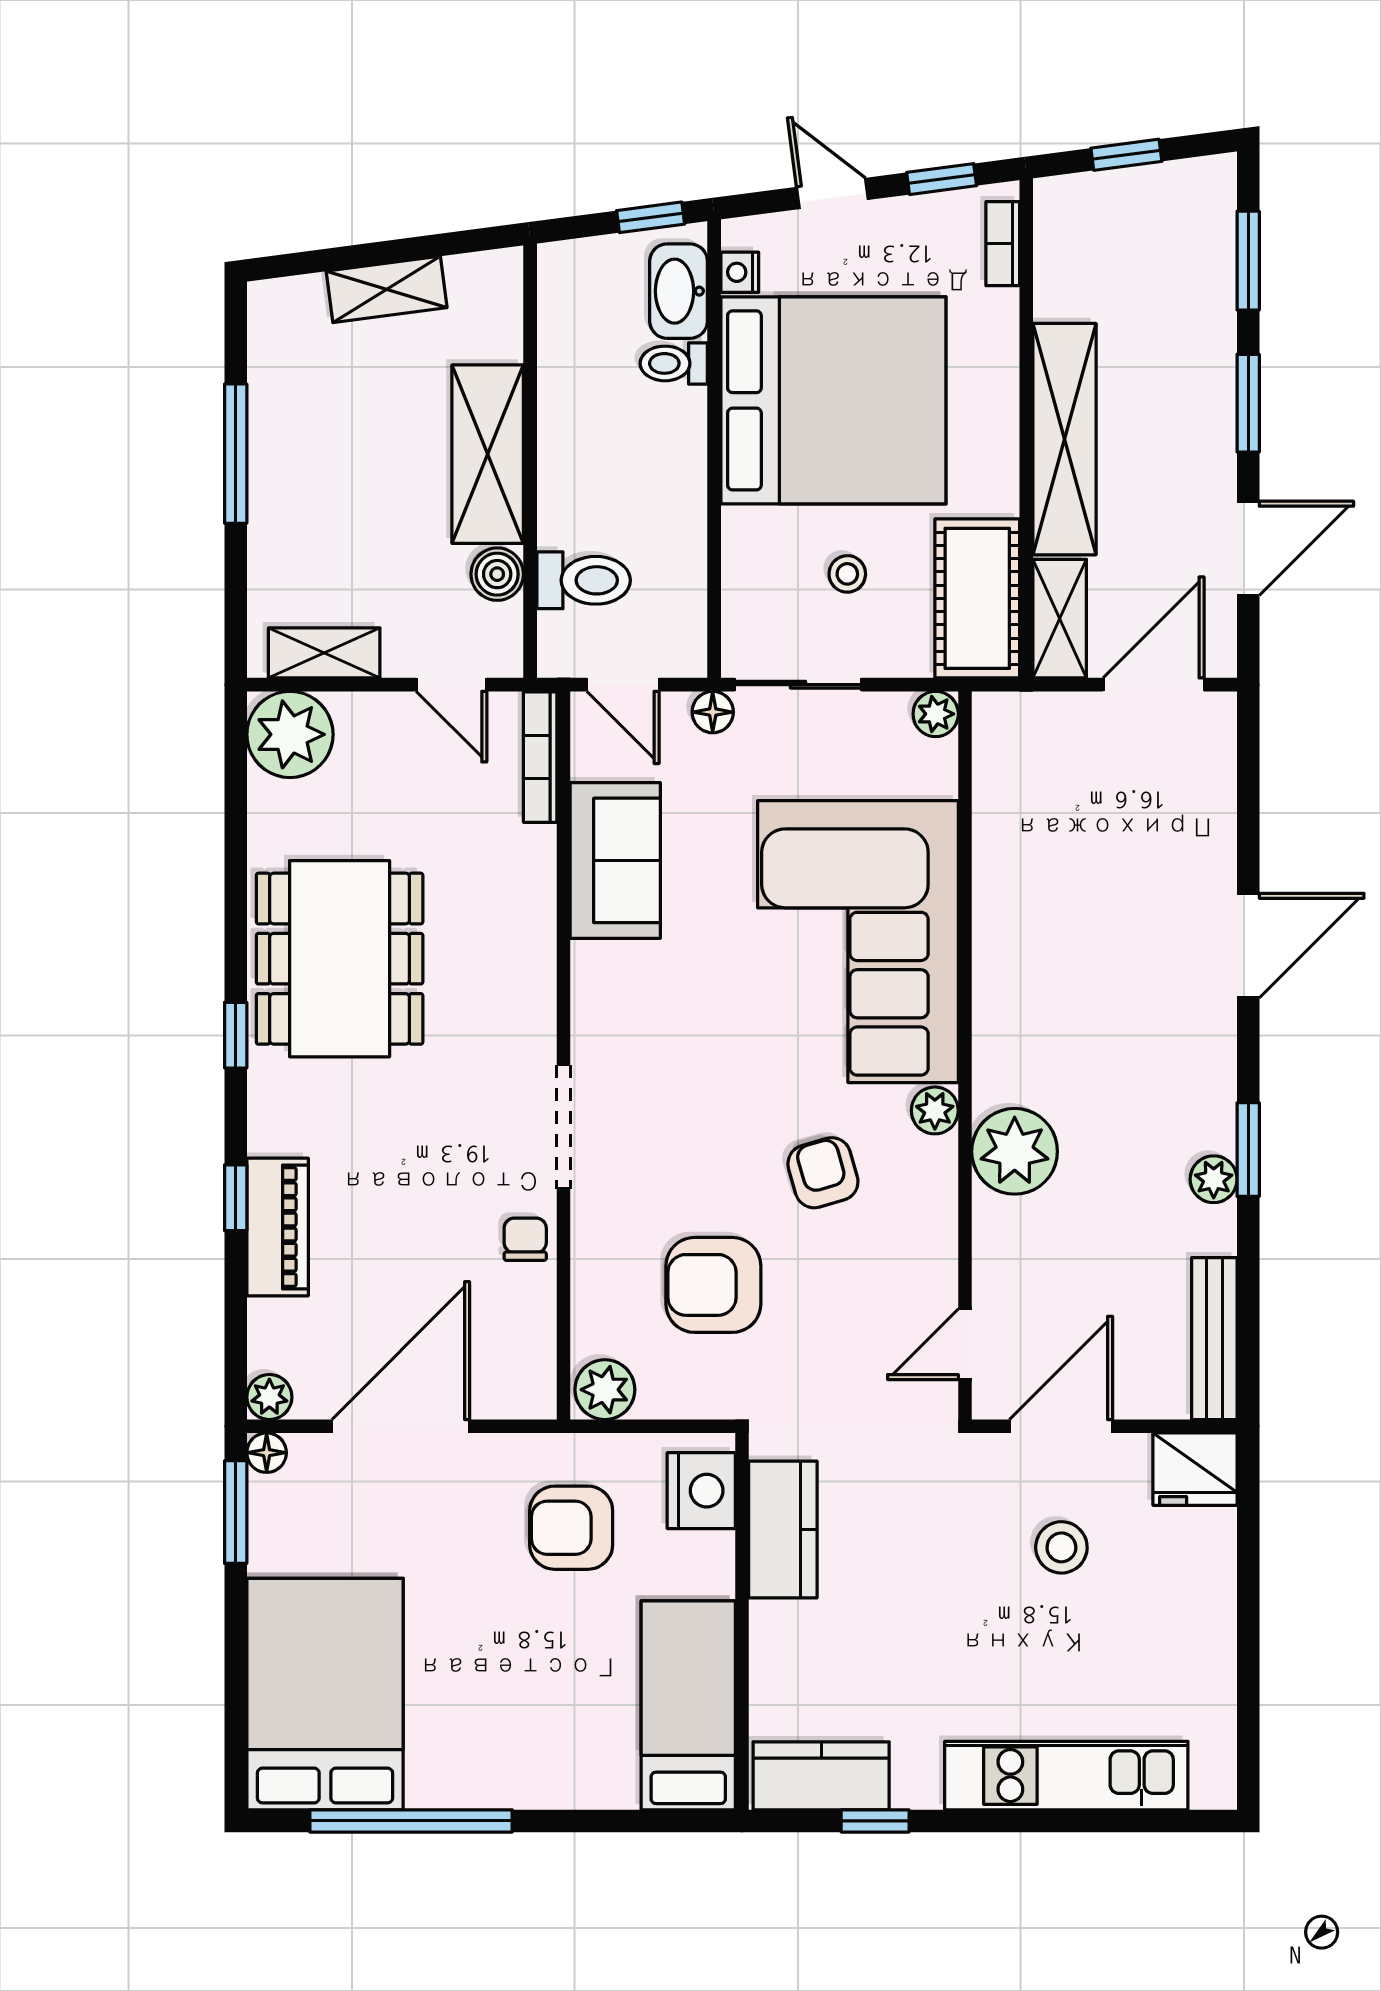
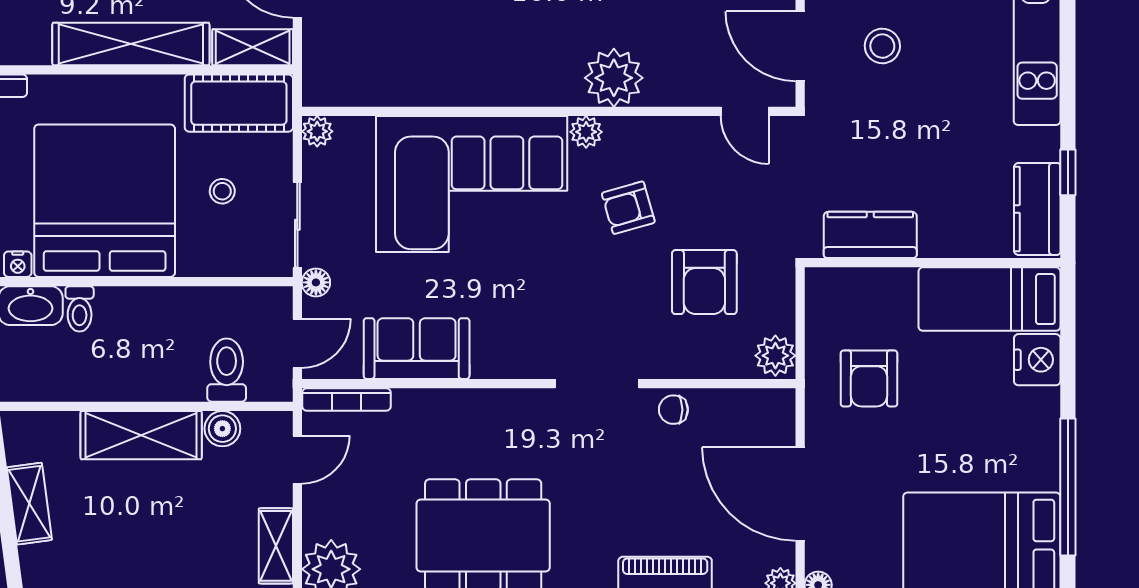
nightstand: (701, 1491) -> (1037, 360), moved, turned 90

